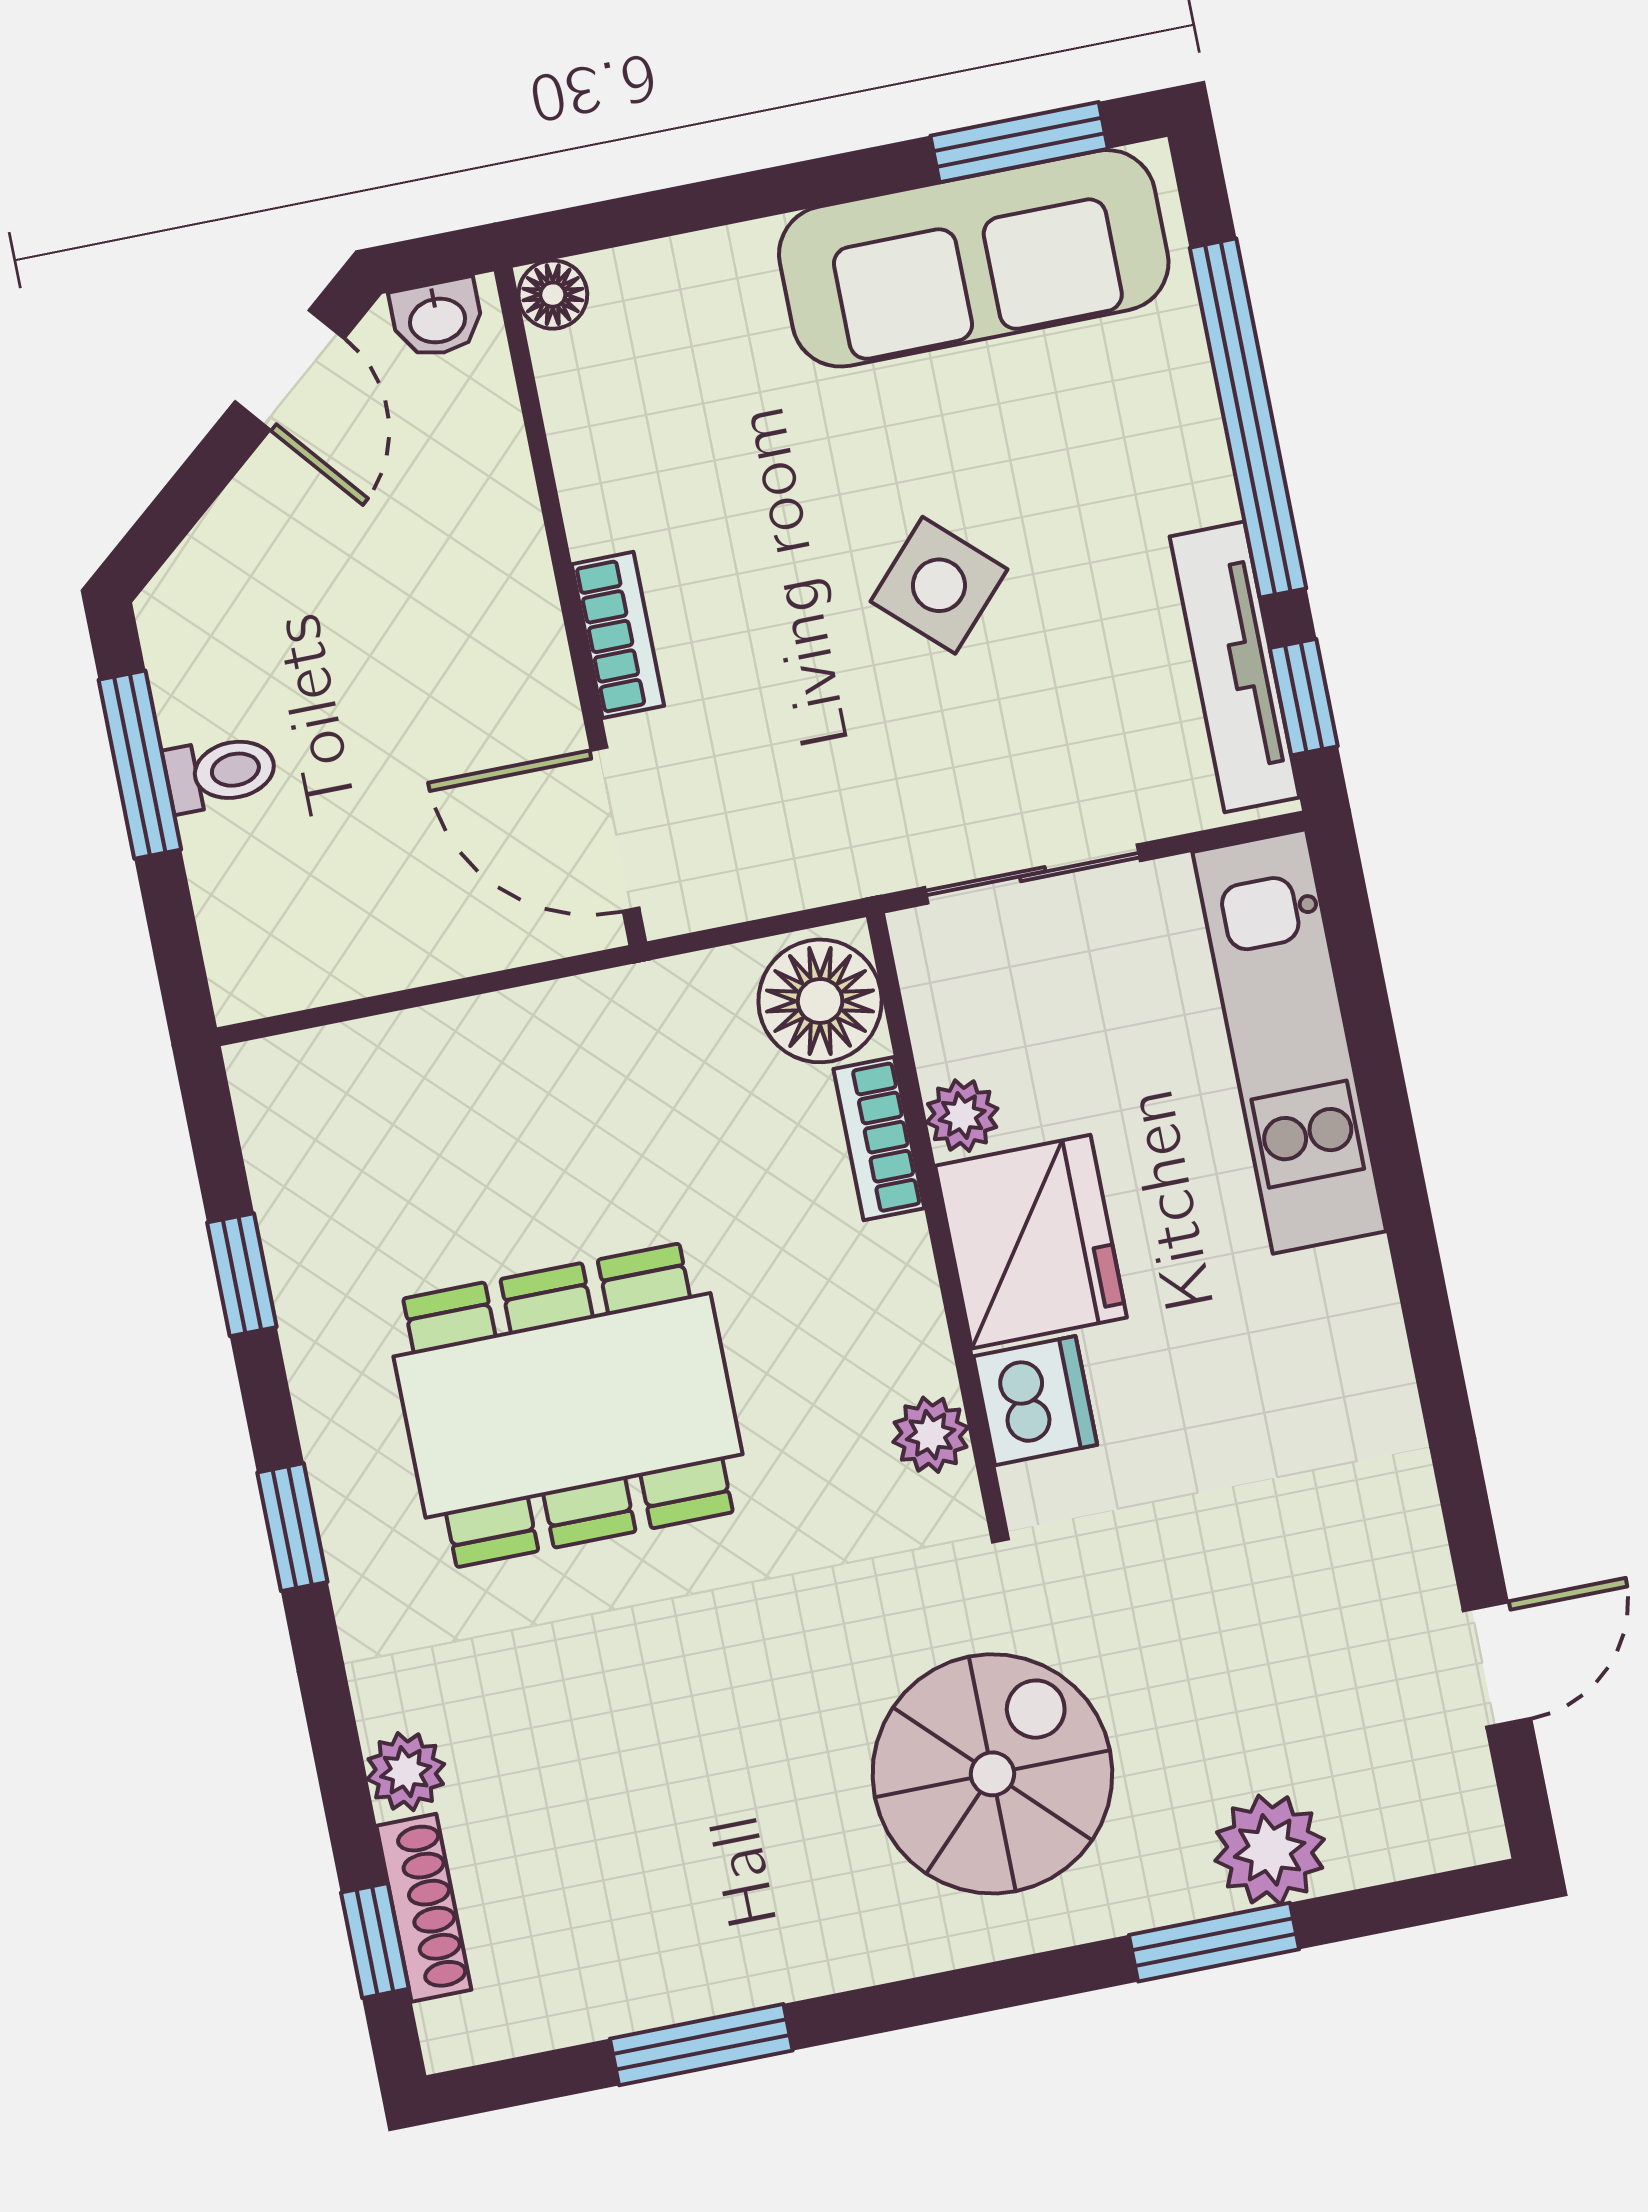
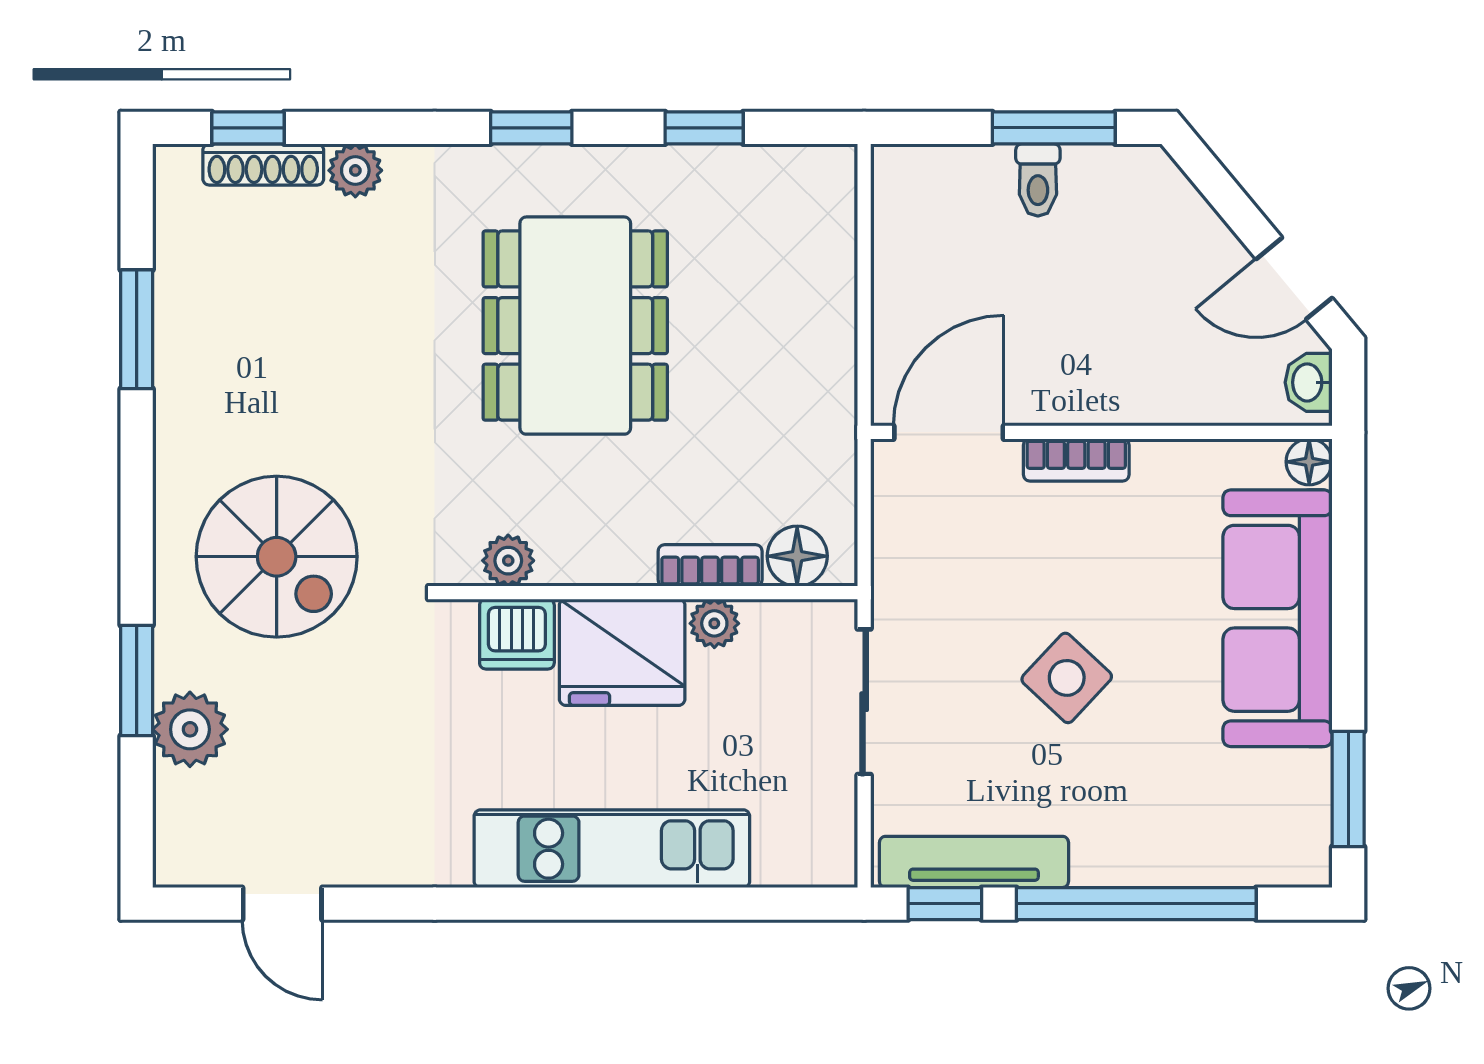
sofa: (974, 258) -> (1278, 618), moved
floor lamp: (820, 1001) -> (797, 556), width x0.73, depth x0.73
kitchen unit: (1289, 1042) -> (612, 849), moved

